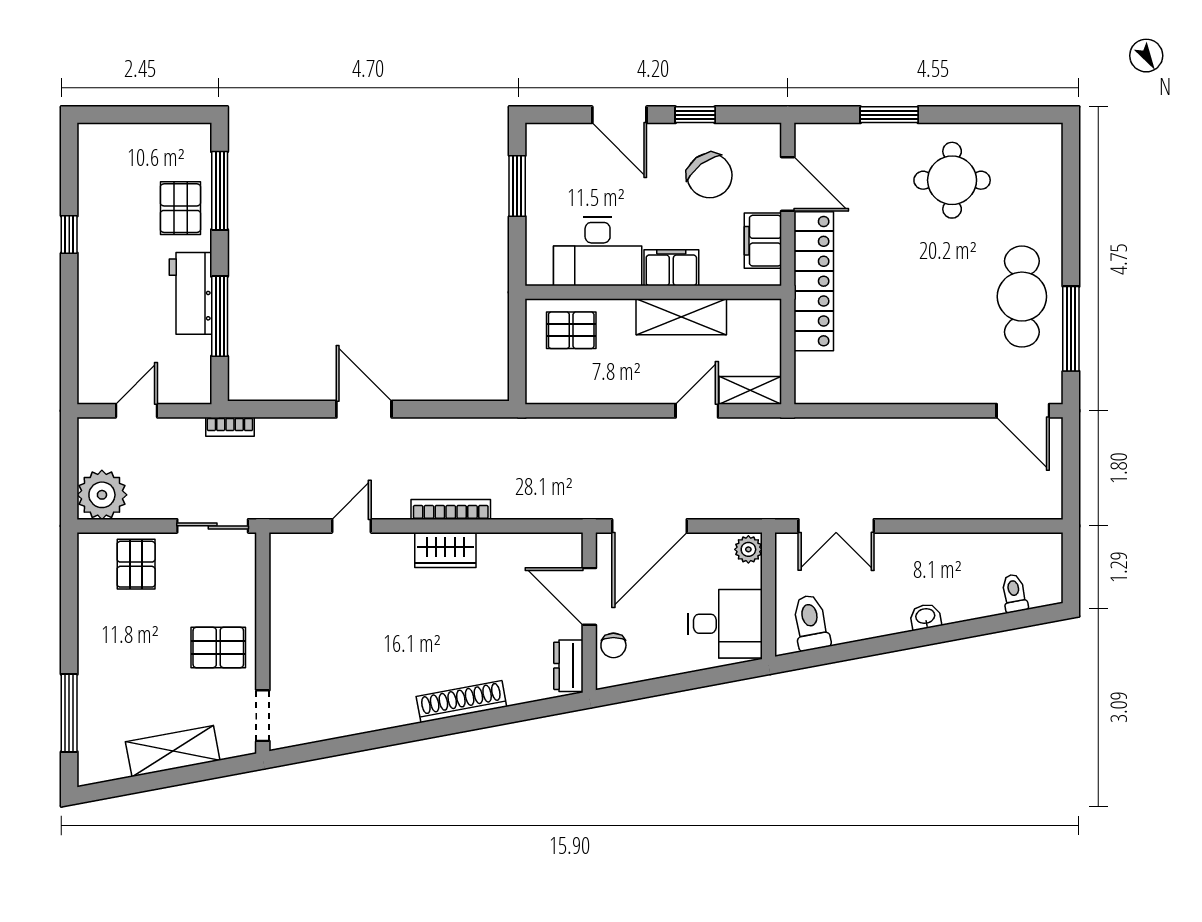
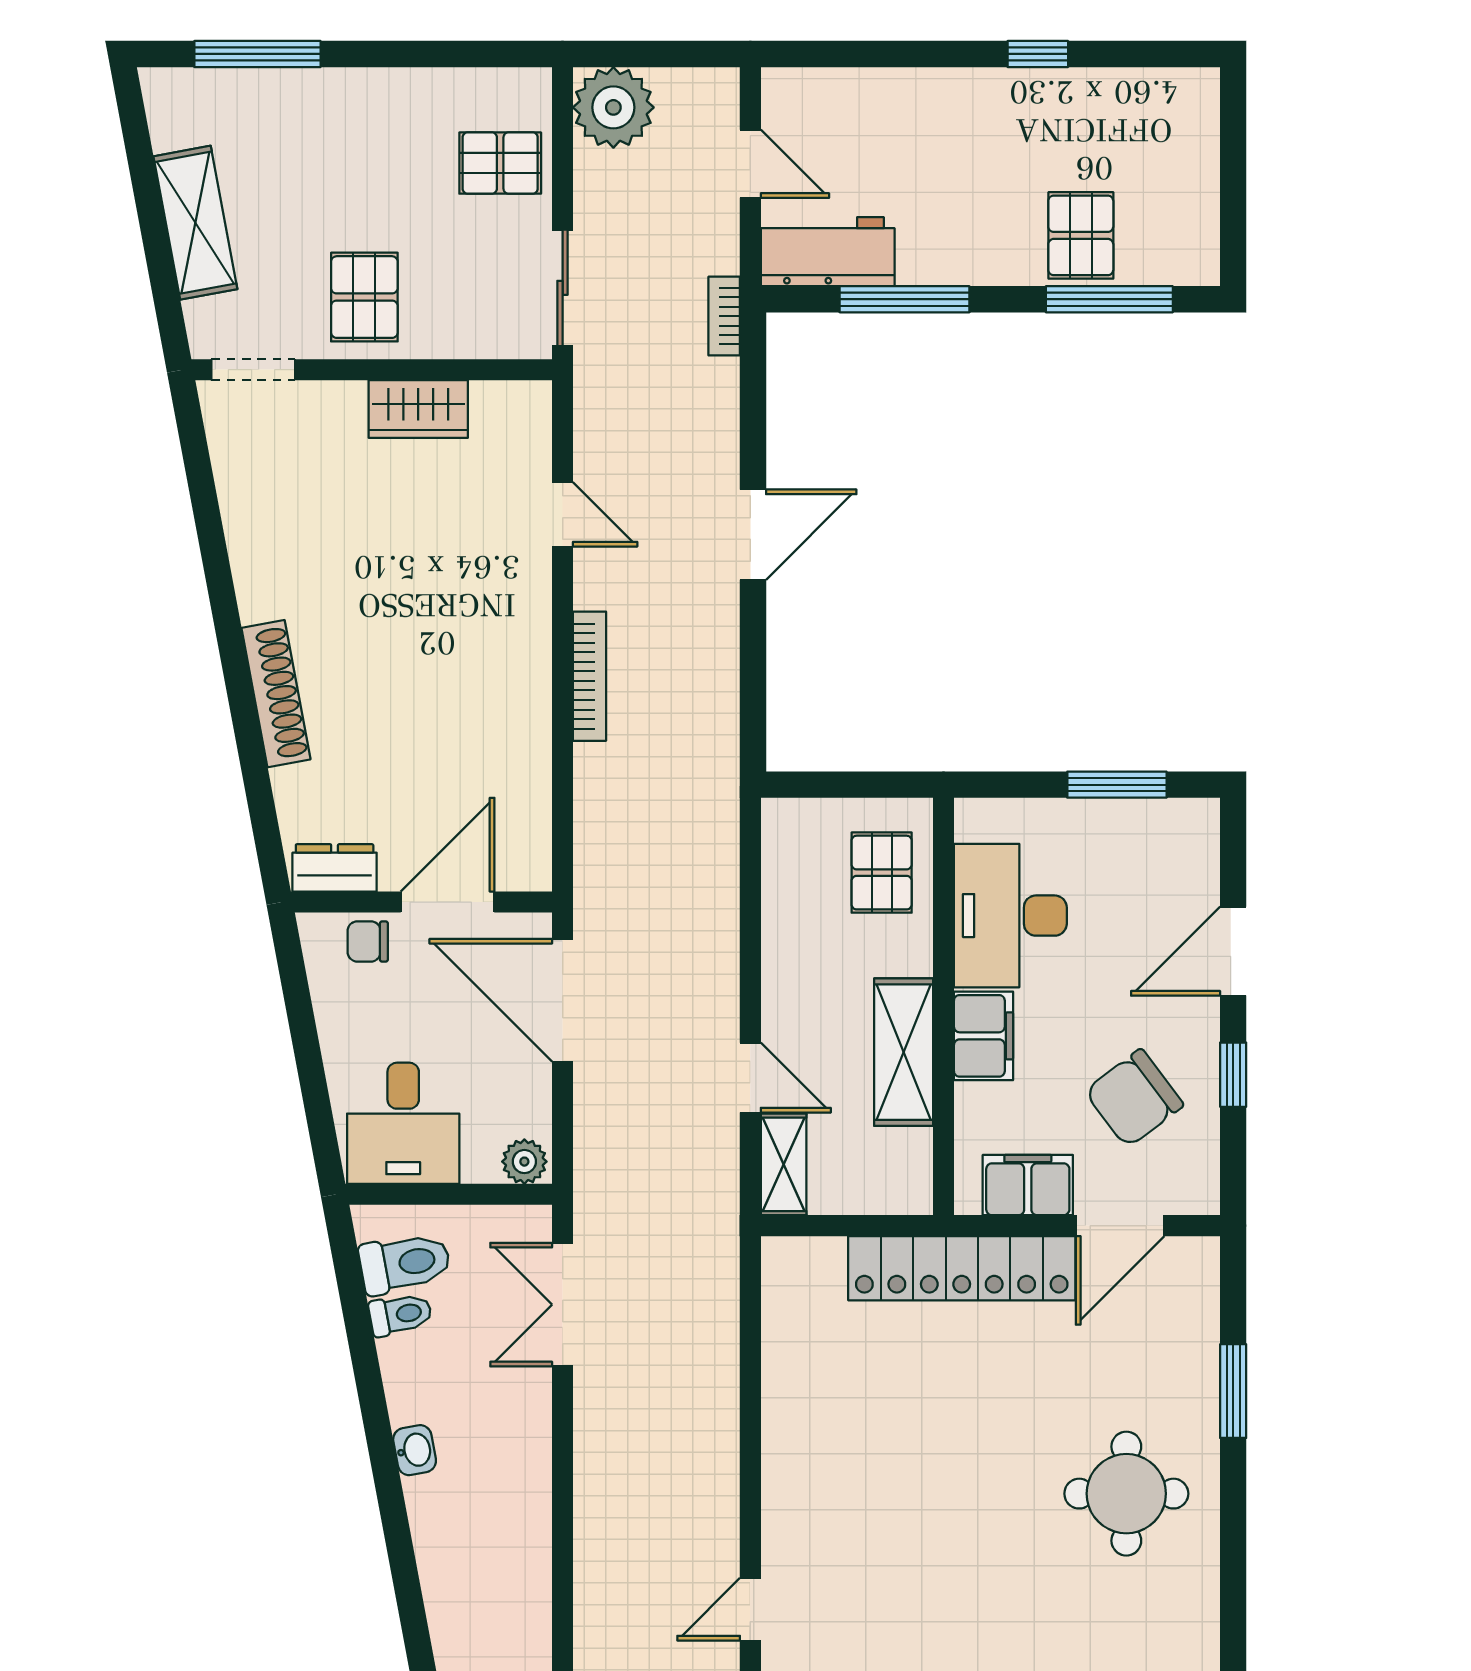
pallet: (180, 208) -> (1081, 235), turned 90
workbench: (190, 293) -> (828, 252), moved
cafe table: (1022, 297) -> (937, 1608), removed
door: (1023, 411) -> (750, 1609), width x0.73
wardrobe: (445, 550) -> (418, 409), moved, turned -90
toilet: (1014, 593) -> (400, 1314), moved

